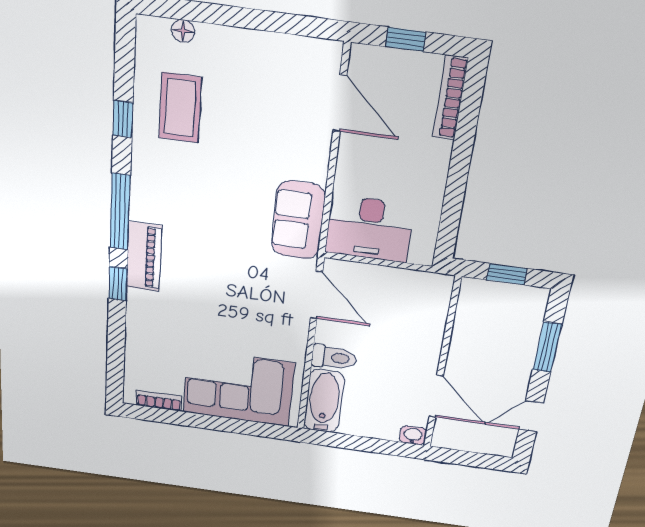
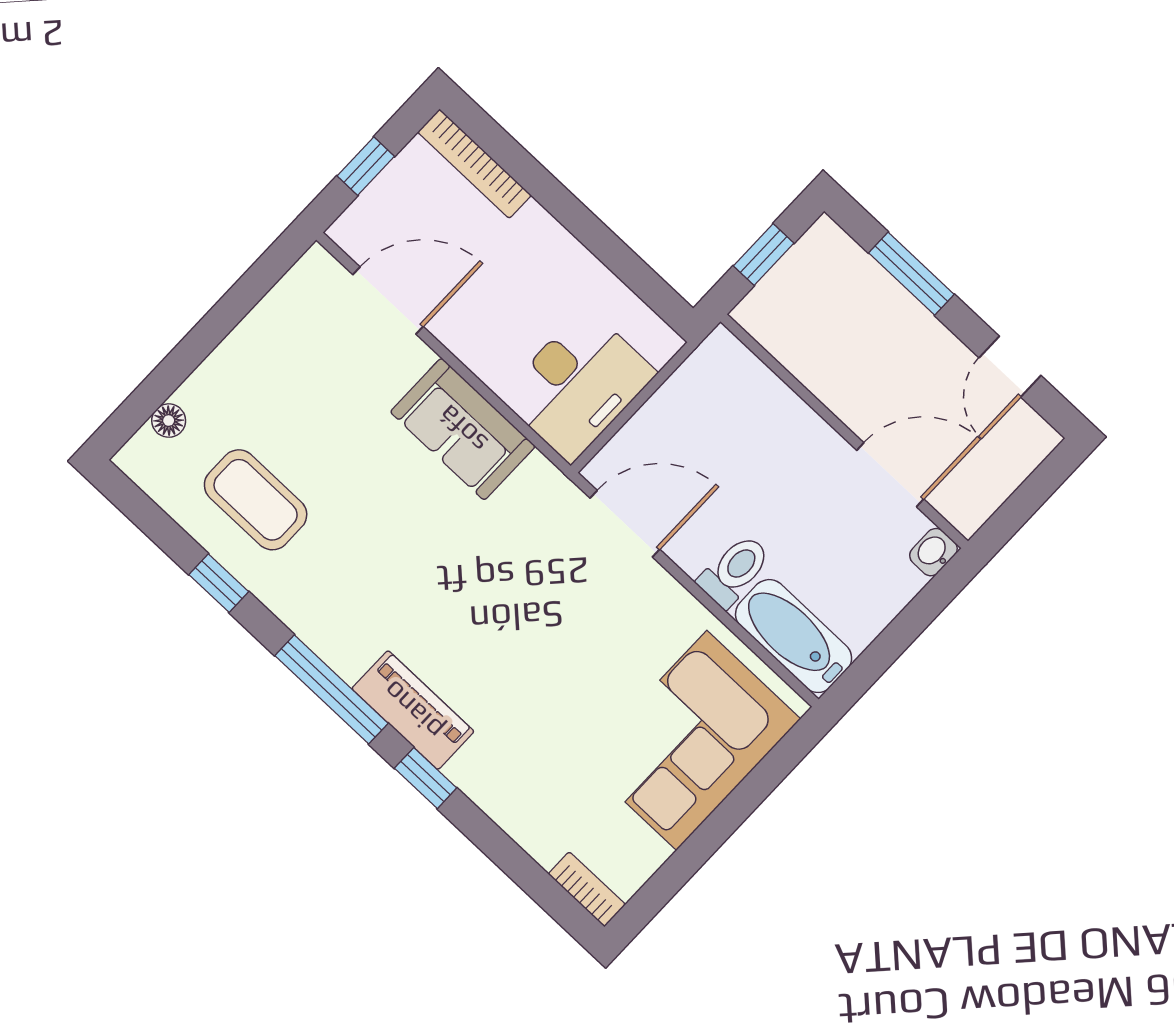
sofa: (298, 220) -> (463, 429), moved
bookcase: (159, 401) -> (587, 889), moved, turned 90

